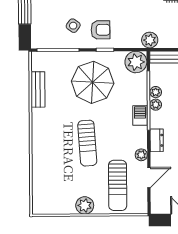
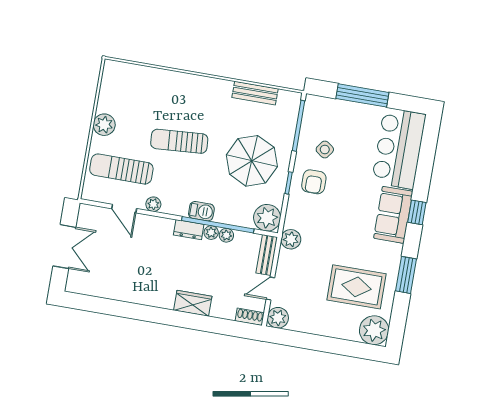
dresser: (157, 140) -> (189, 230), moved

